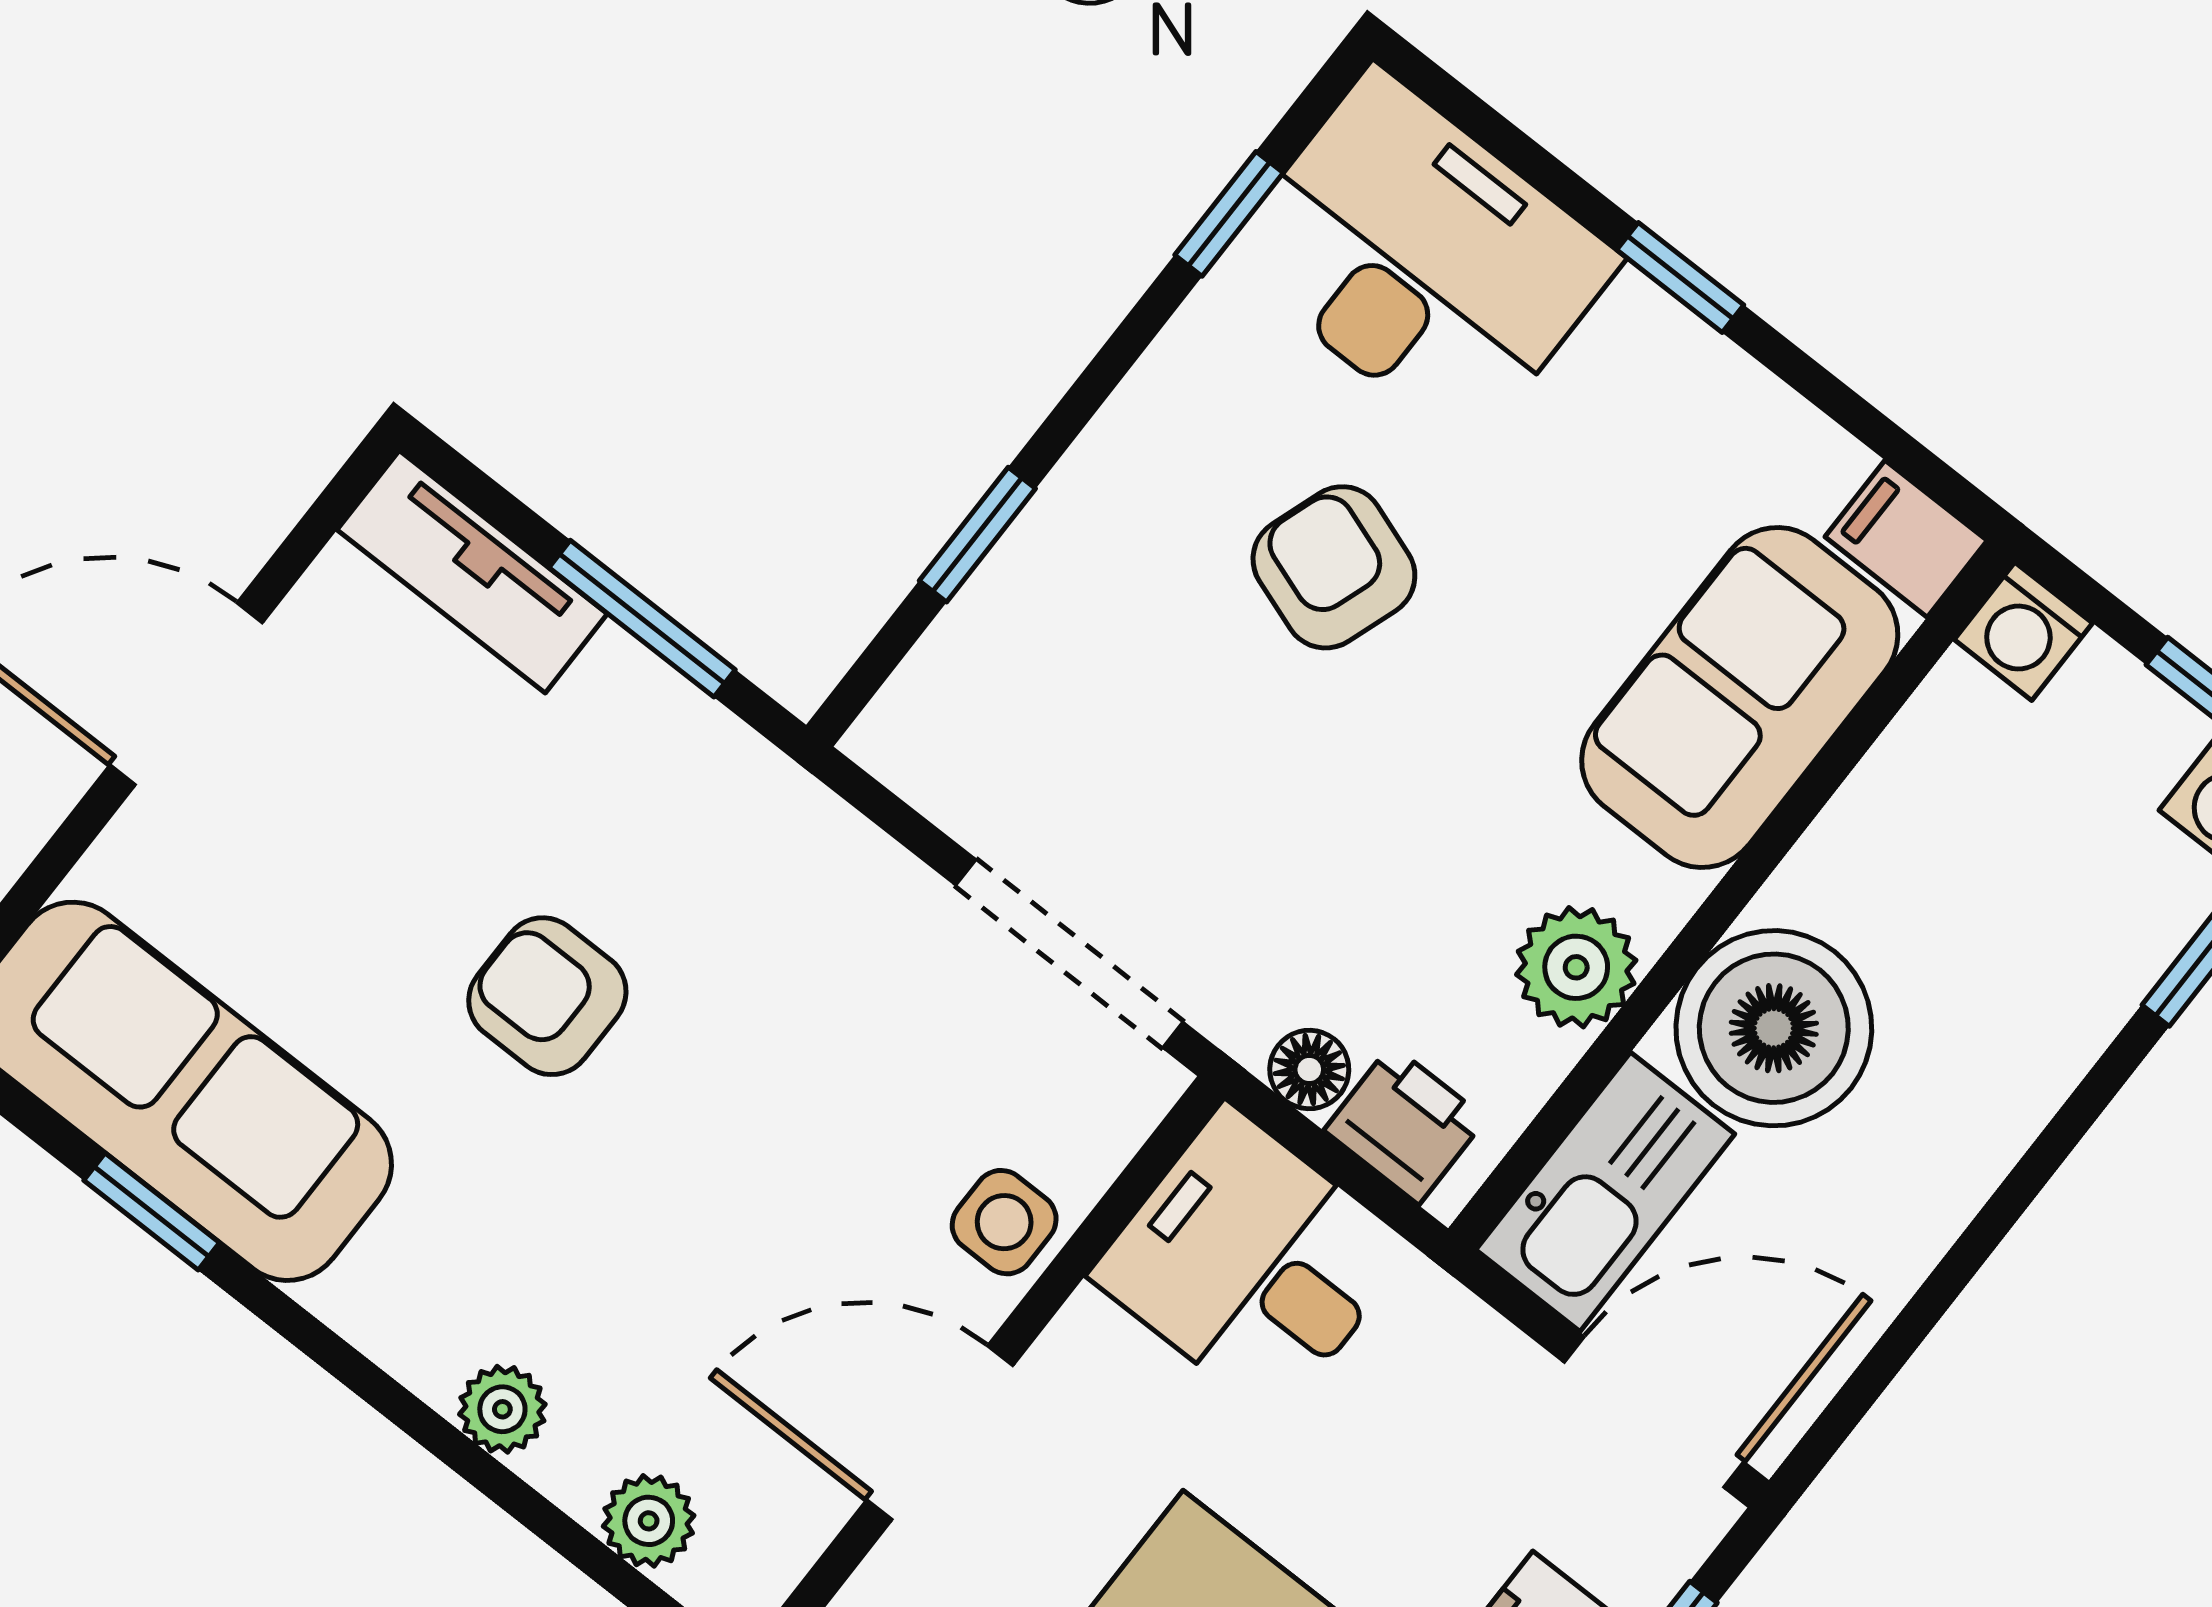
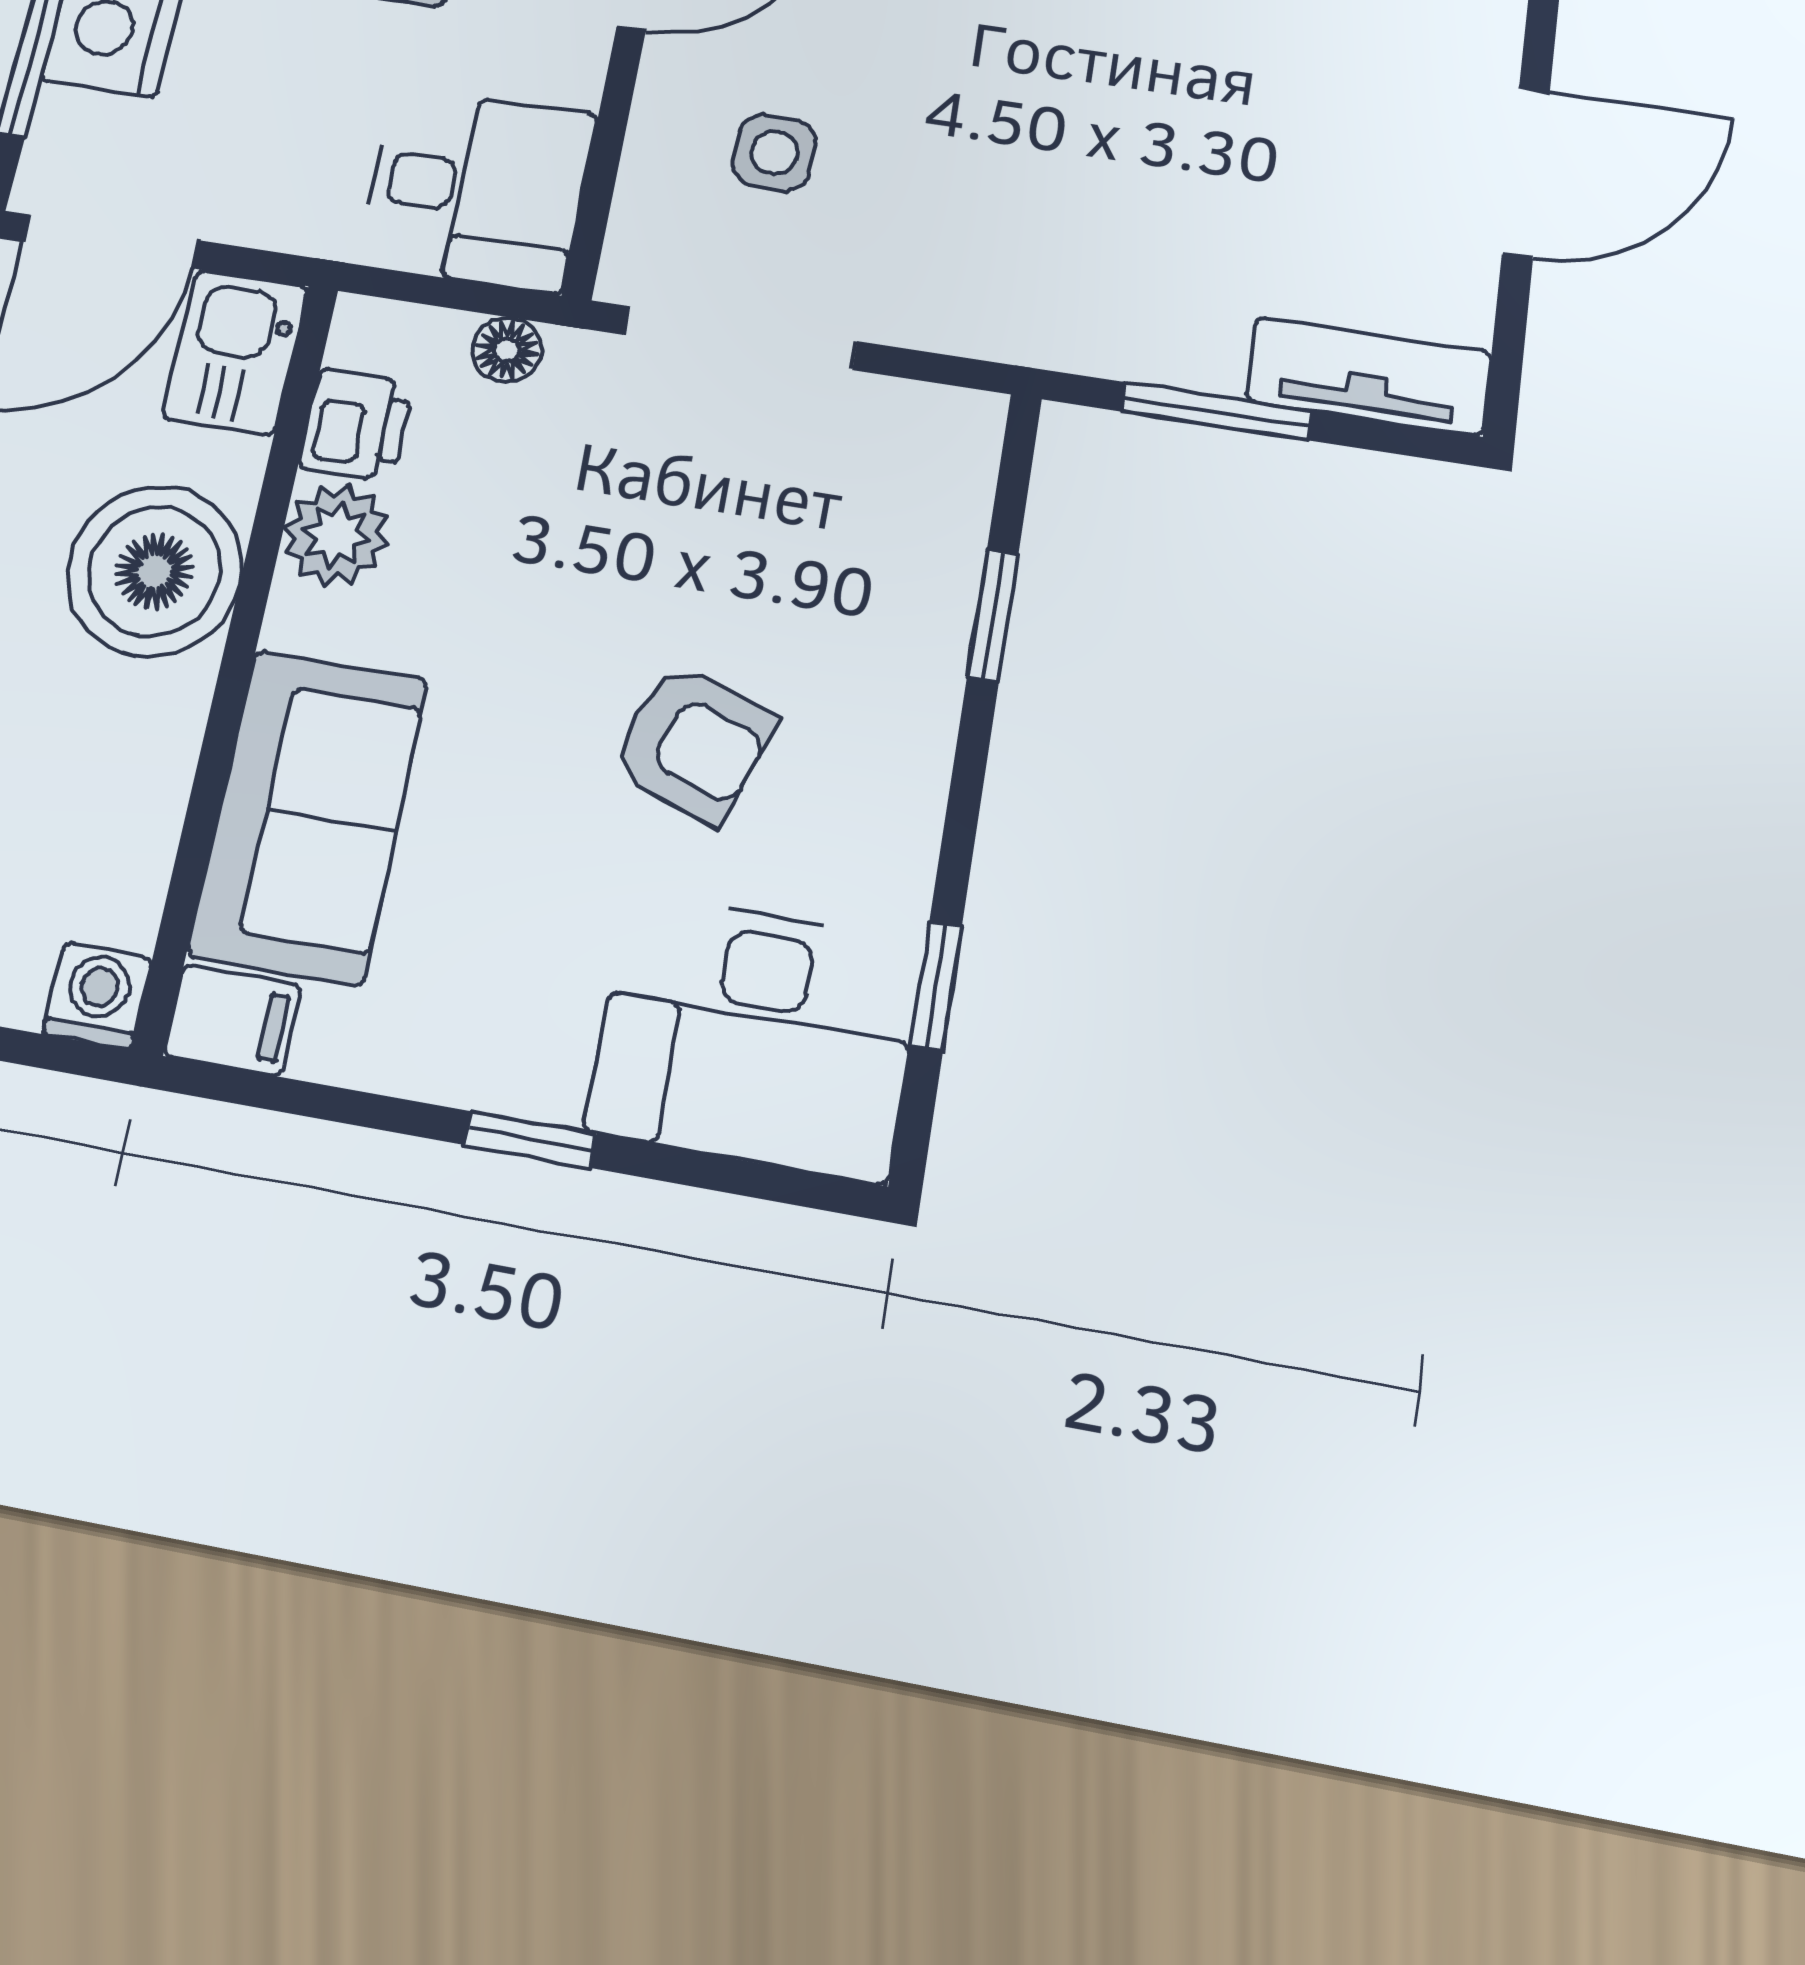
armchair: (547, 996) -> (1119, 102), removed
printer: (1405, 1125) -> (356, 425), moved, turned -90
kitchen sink: (1605, 1192) -> (235, 352), width x0.73
side table: (1004, 1222) -> (774, 152), moved

